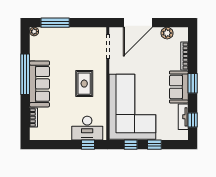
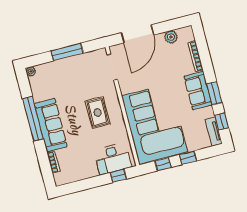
window: (55, 23) -> (67, 52), moved
window: (193, 83) -> (214, 93), moved
tv unit: (183, 117) -> (214, 132), moved

